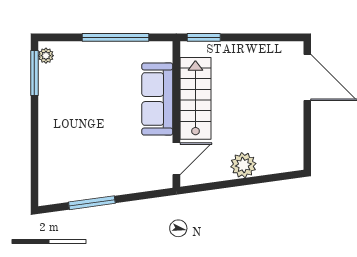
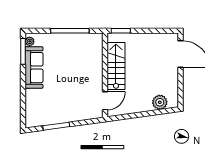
sofa: (157, 99) -> (34, 68), moved, turned 180
plant: (243, 165) -> (160, 102), moved

